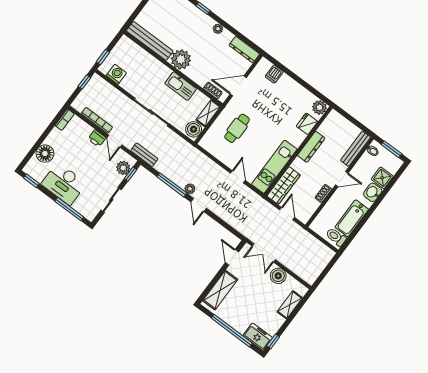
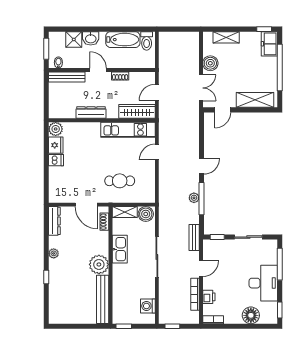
window: (103, 57) -> (124, 326), moved
dishwasher: (274, 74) -> (56, 160), moved
fridge: (307, 124) -> (56, 145), moved, turned -90
printer: (97, 138) -> (209, 297), moved
plant: (123, 168) -> (217, 246), removed
plant: (190, 189) -> (194, 198), moved

